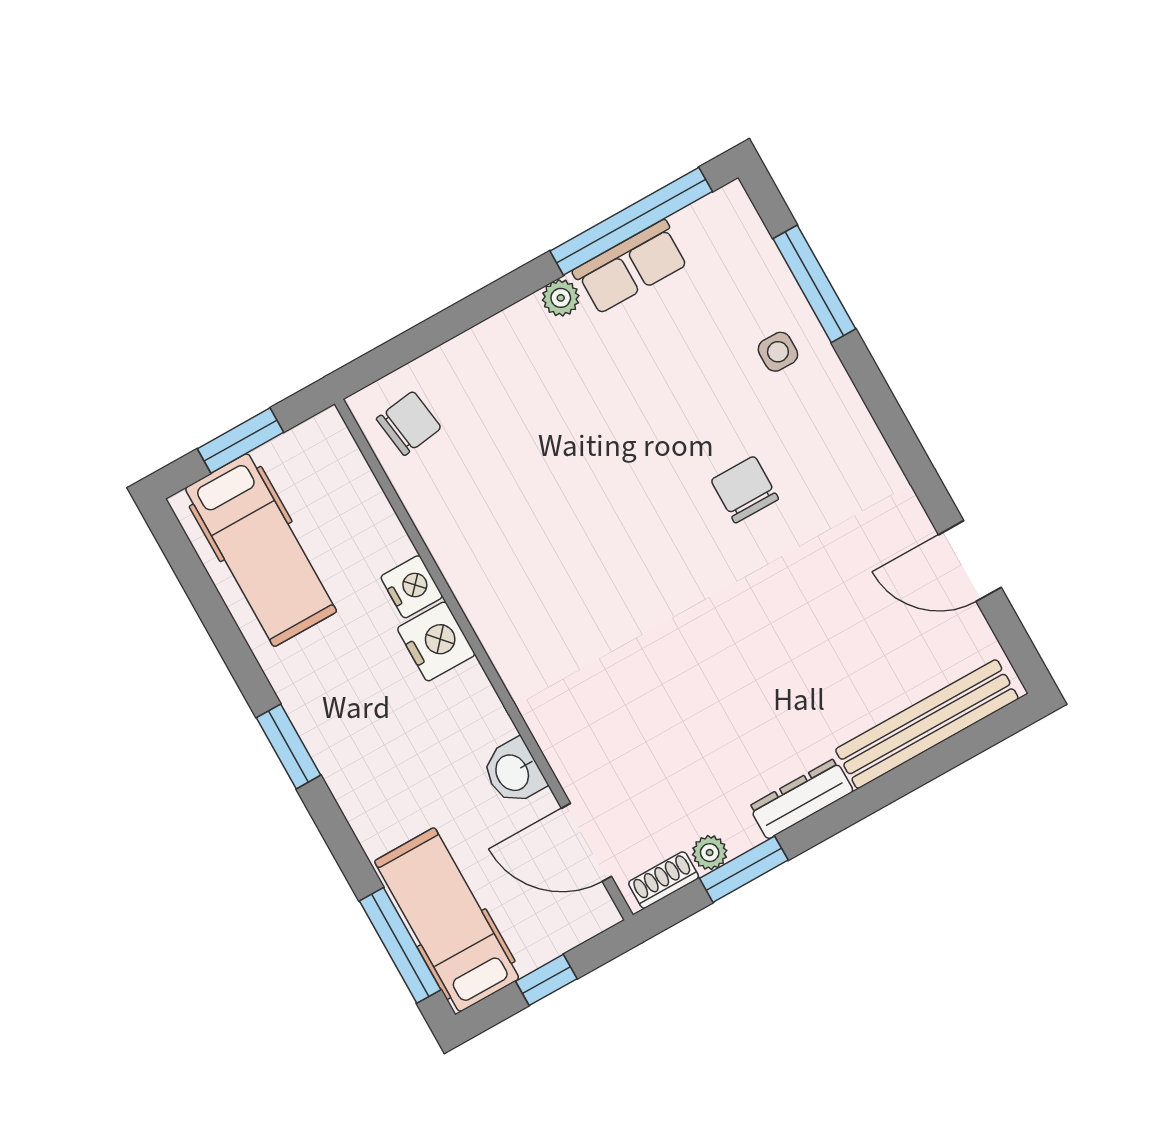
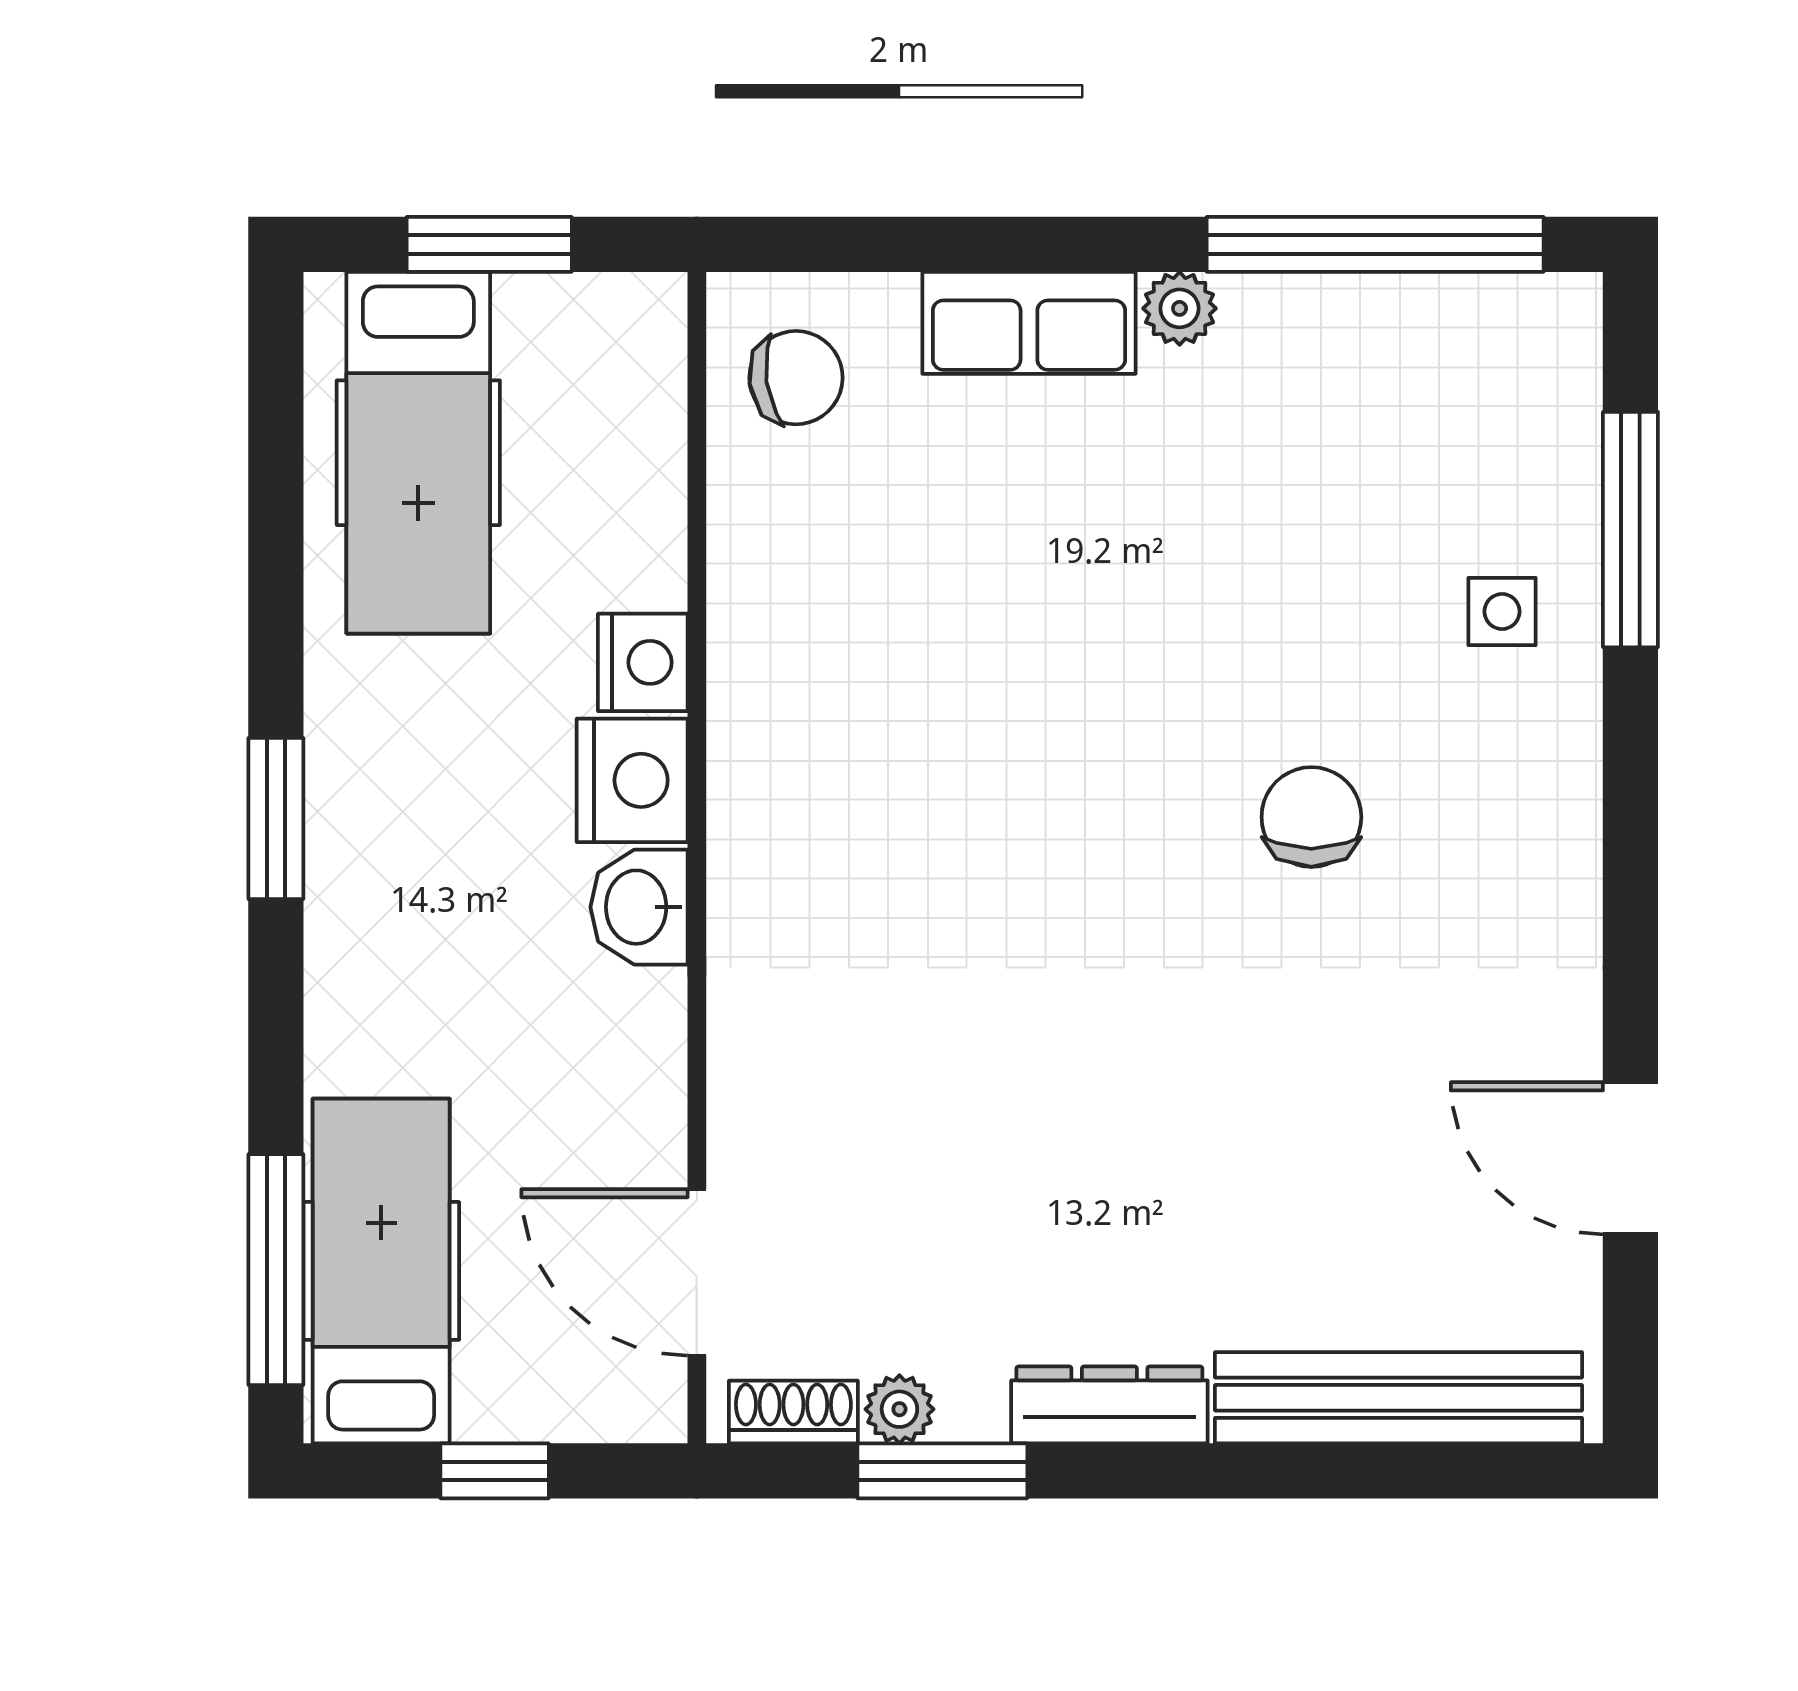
row of seats: (631, 267) -> (1029, 323), moved
washbasin: (513, 772) -> (639, 907), moved

